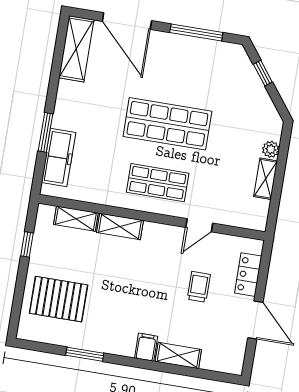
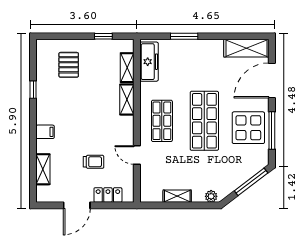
display table: (187, 64) -> (248, 128), added
window: (263, 73) -> (251, 182), width x2.17
plant: (271, 149) -> (211, 196), moved
freezer: (59, 158) -> (149, 62), moved, turned -90
pallet: (59, 299) -> (69, 65), width x0.67, depth x0.71
window: (85, 354) -> (33, 90), width x0.67
shelving: (178, 356) -> (43, 169), moved

